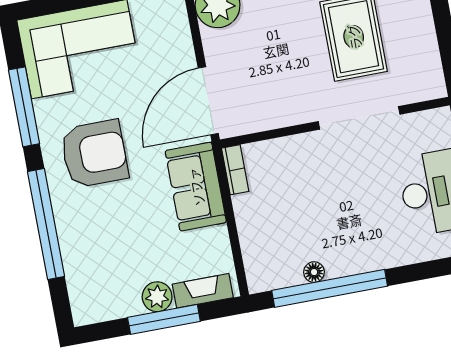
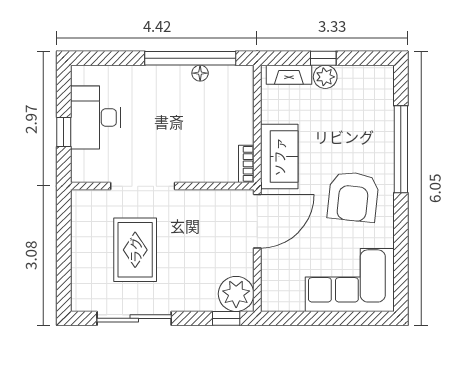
window: (24, 107) -> (401, 243), removed
armchair: (94, 154) -> (353, 197), turned -84
window: (164, 319) -> (323, 58), width x0.46

